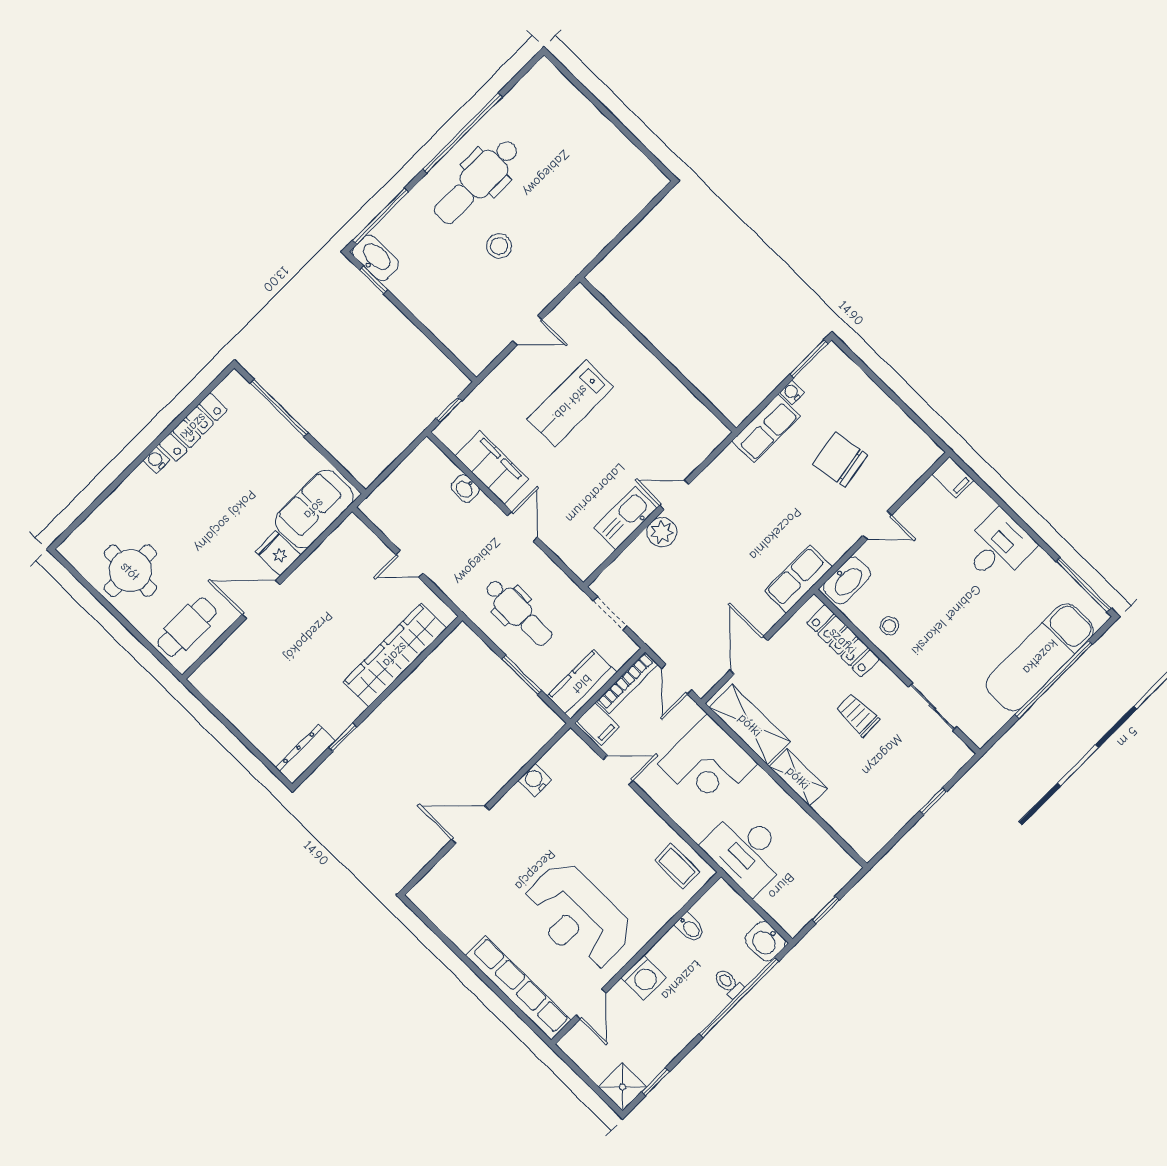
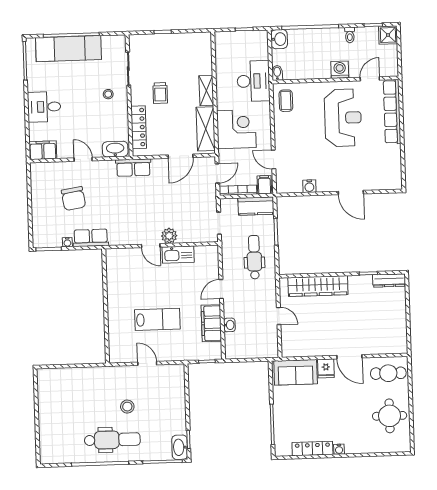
filing cabinet: (953, 477) -> (43, 150), width x2.00
stool: (889, 626) -> (108, 94), moved
bidet: (690, 928) -> (277, 73), moved
toilet: (728, 983) -> (350, 35), moved

